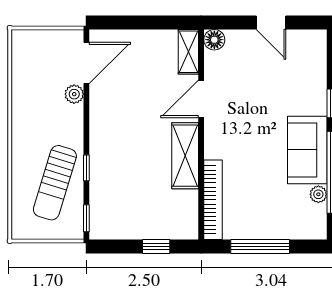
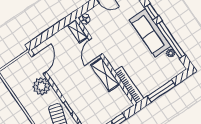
plant: (74, 94) -> (42, 86), width x1.88, depth x1.88
sofa: (307, 150) -> (150, 33), width x1.36

